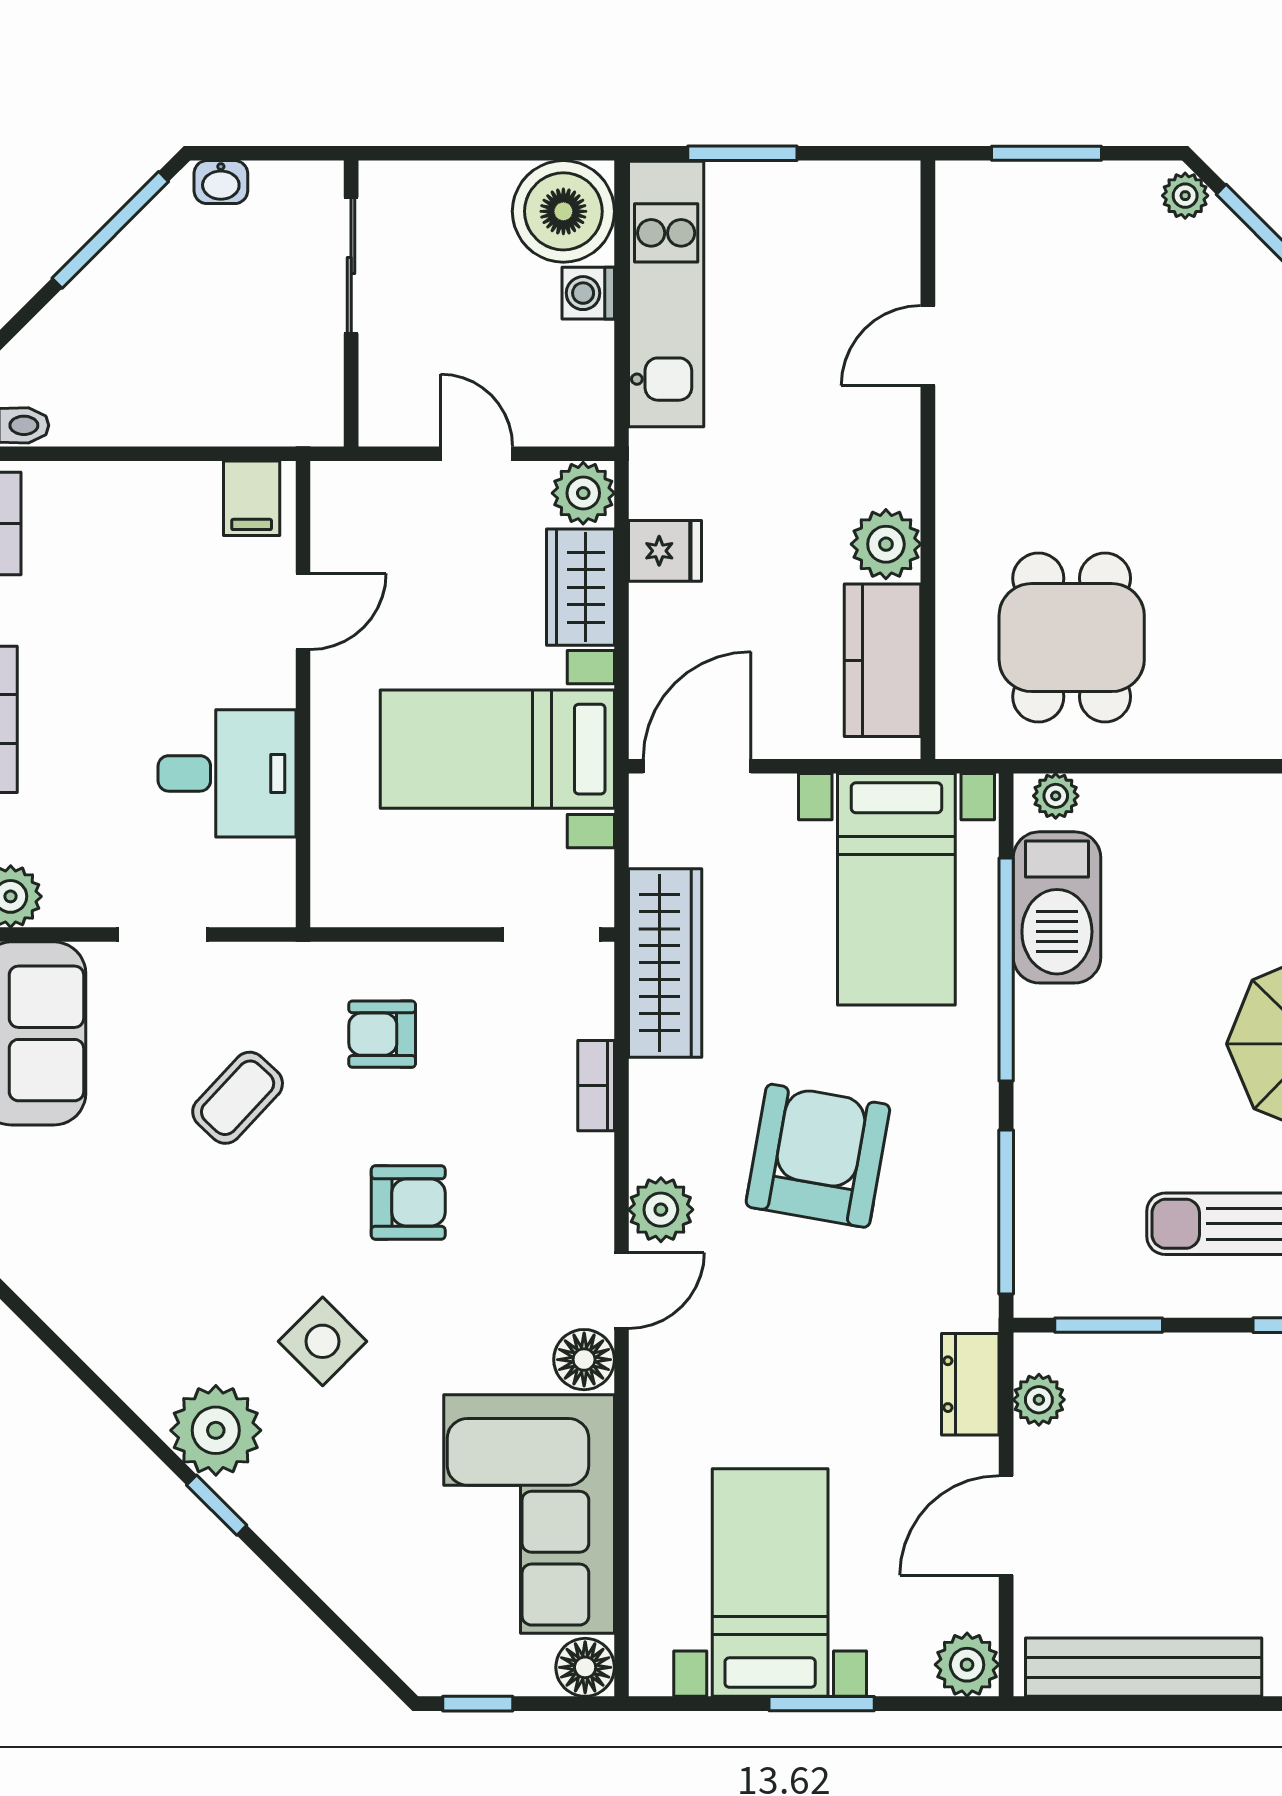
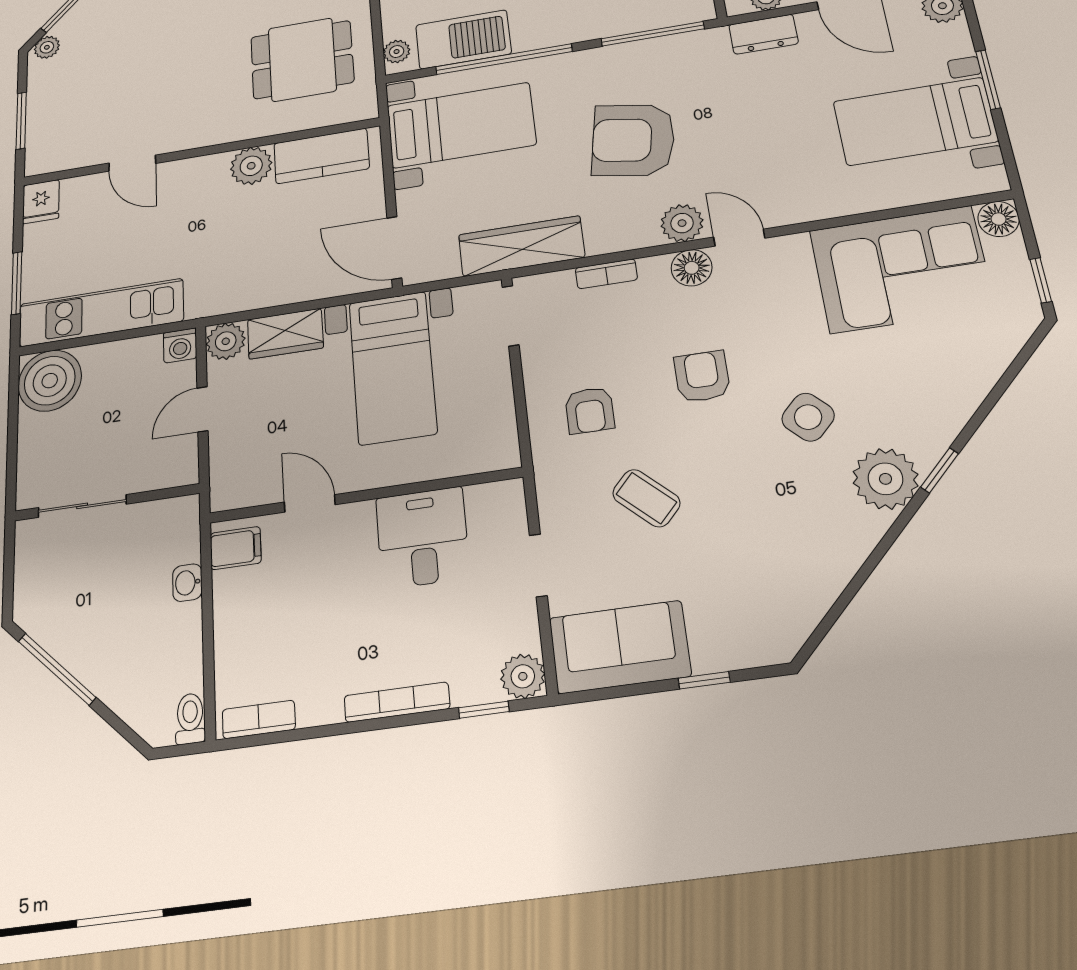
washbasin: (221, 182) -> (187, 583), moved, turned 180
washing machine: (588, 293) -> (180, 345), moved
fridge: (665, 551) -> (41, 202), moved, turned 180
floor lamp: (584, 1360) -> (692, 268), moved

